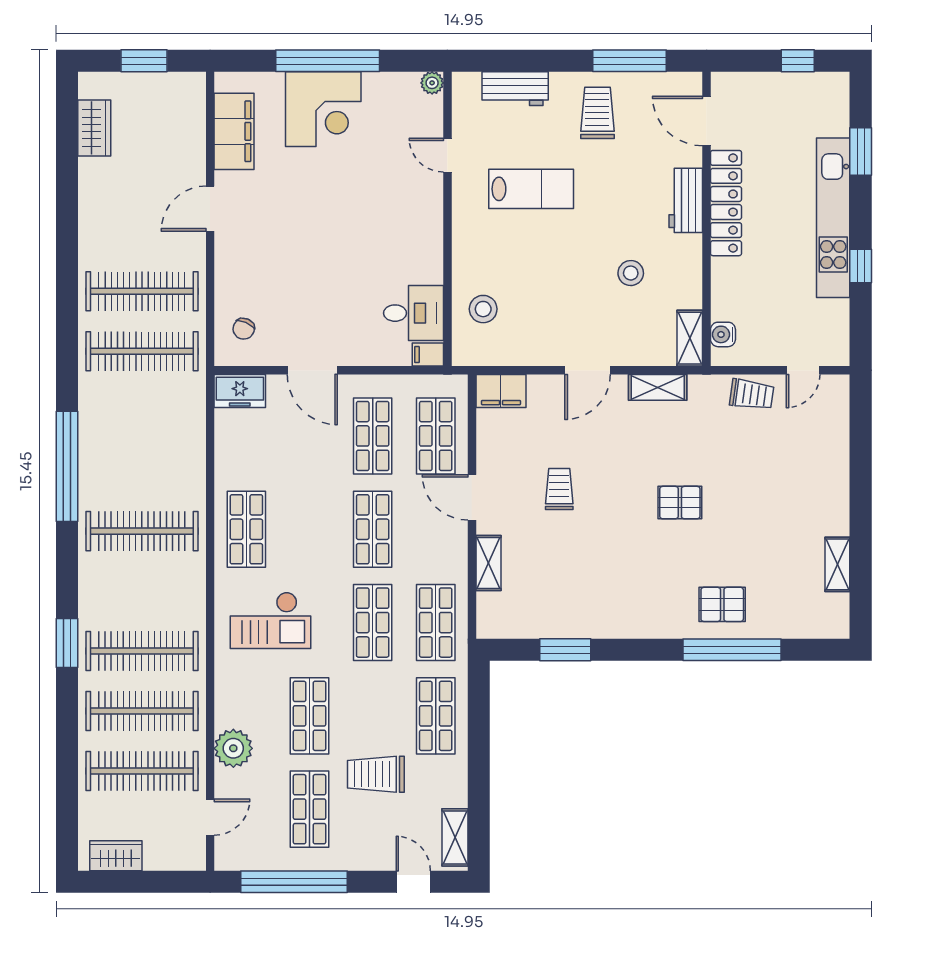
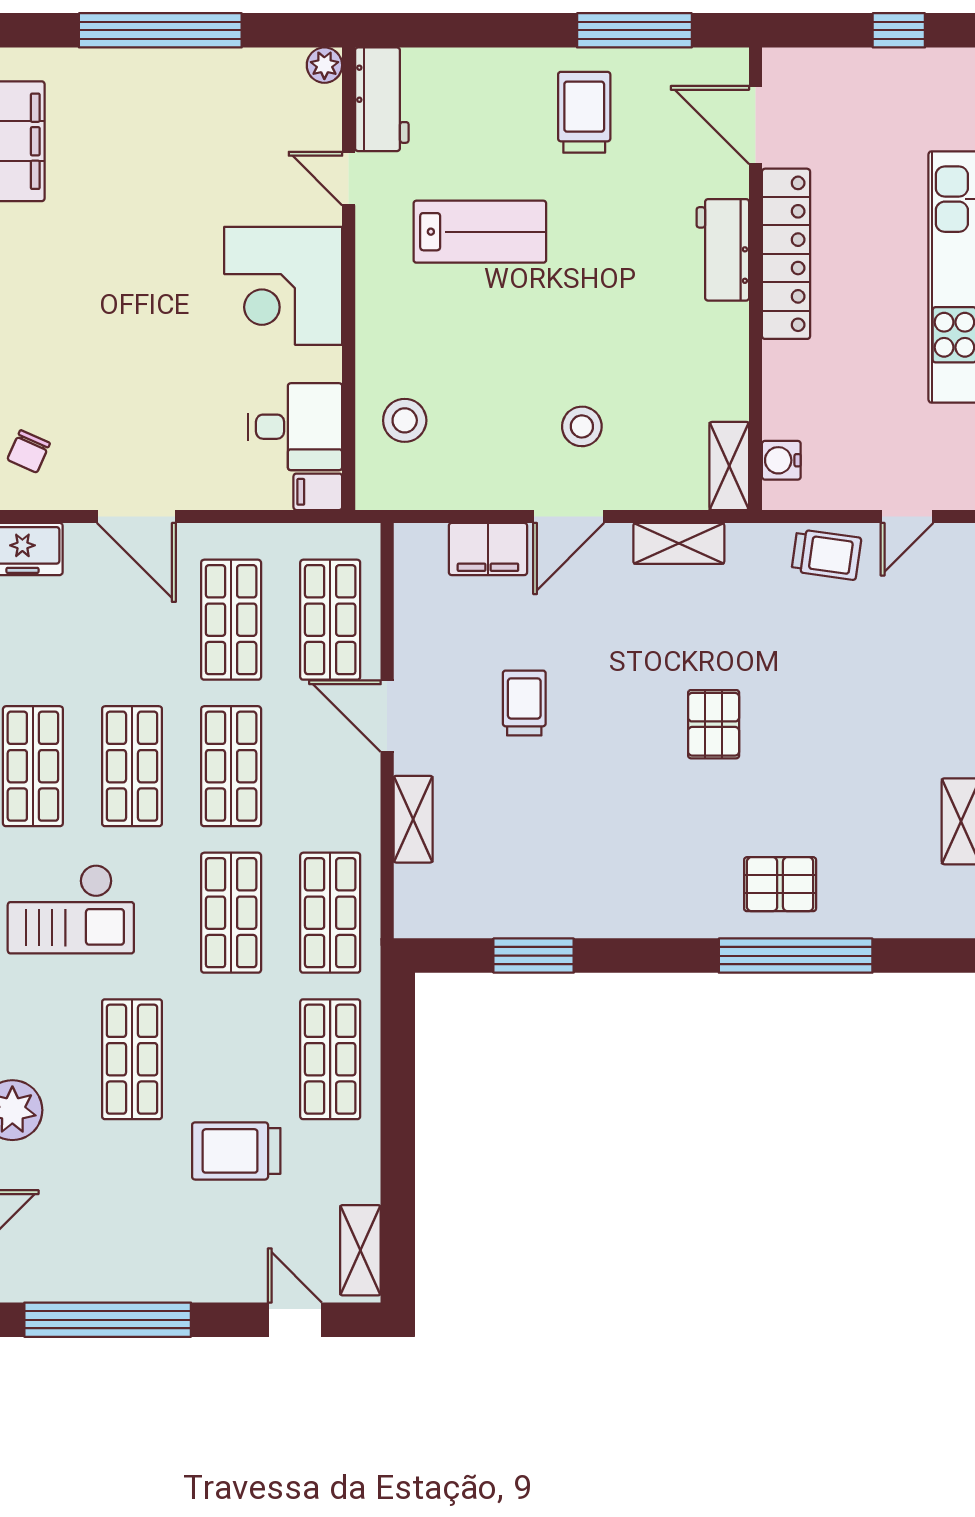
workbench: (515, 89) -> (382, 99), moved, turned -90
corner desk: (323, 109) -> (283, 286), moved, turned 90
stool: (631, 273) -> (582, 426), moved
filing cabinet: (501, 391) -> (488, 549), moved
pallet: (680, 503) -> (714, 724), turned 90
shop shelf: (309, 809) -> (132, 766), moved

